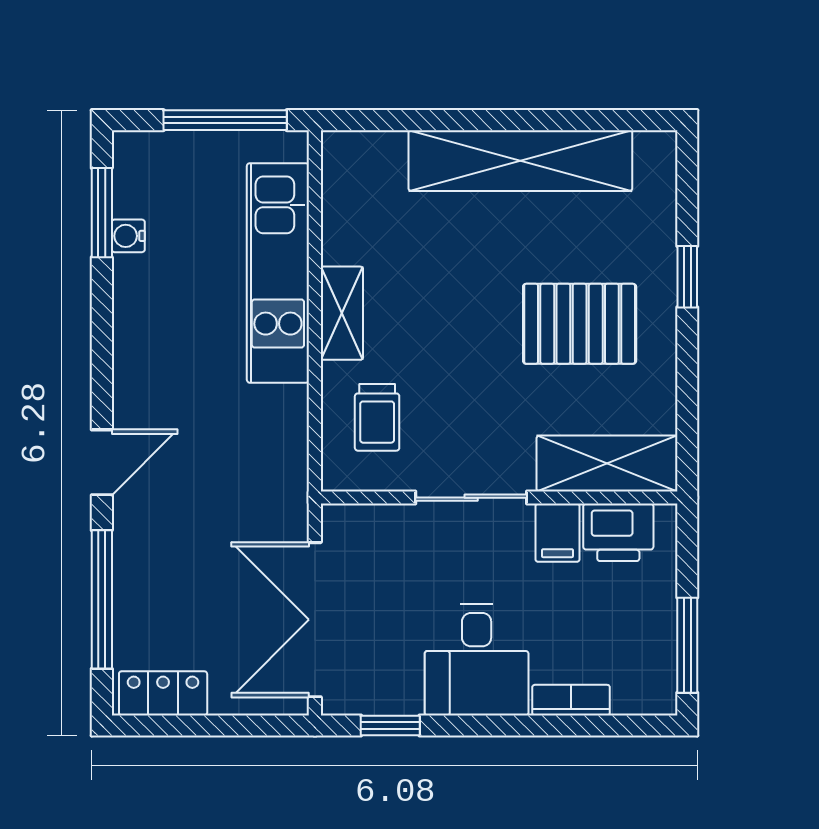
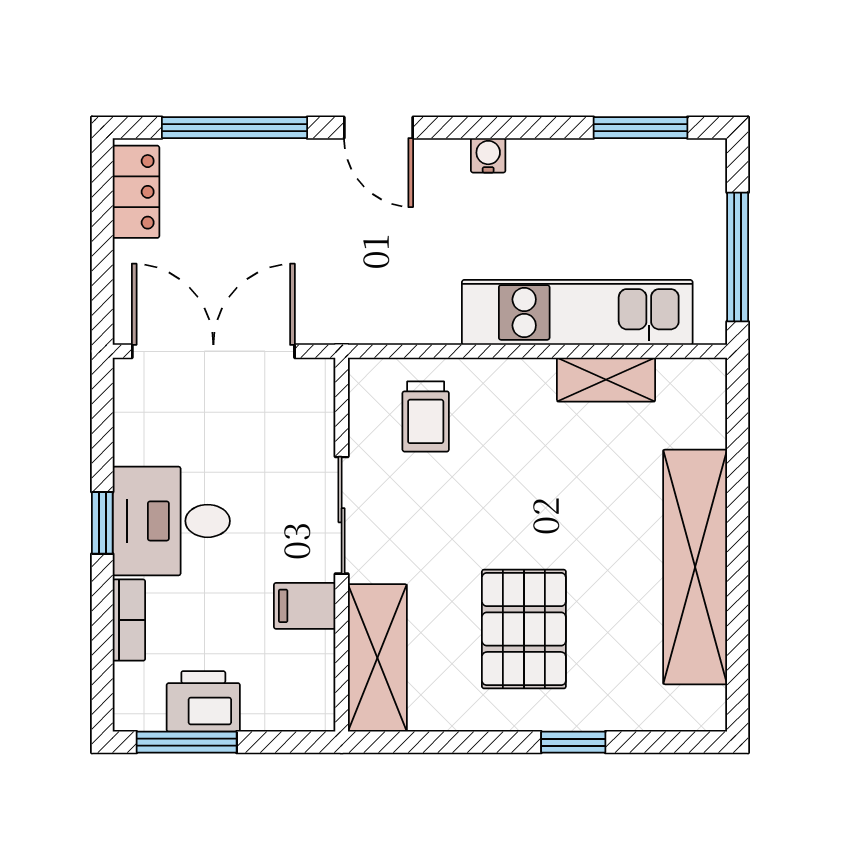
water cooler: (128, 236) -> (488, 155), moved
shelving: (342, 313) -> (606, 380), moved
trolley: (377, 417) -> (426, 417), turned -90
printer: (618, 532) -> (203, 701), moved, turned 90
window: (390, 726) -> (102, 523), moved

